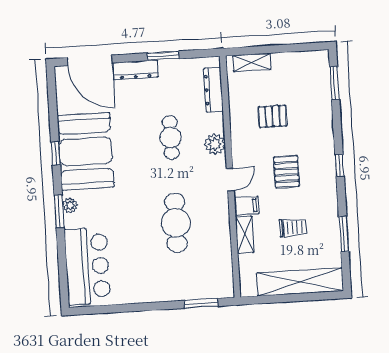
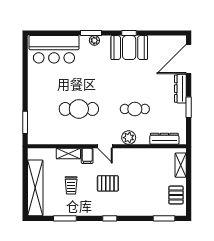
pallet: (273, 116) -> (176, 195), moved
booth: (86, 151) -> (129, 48), width x0.73, depth x0.70

